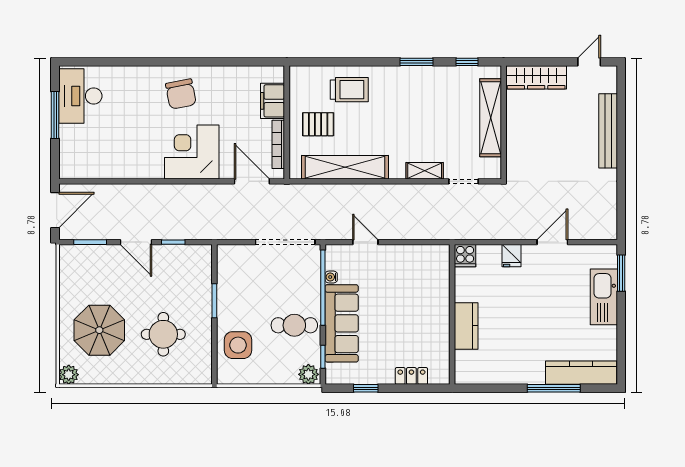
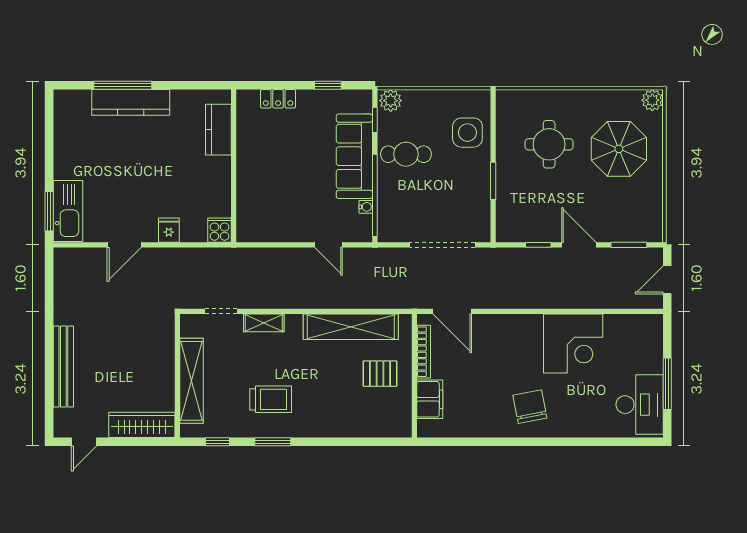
trolley: (349, 90) -> (271, 399), moved, turned 180
corner desk: (192, 152) -> (573, 343), moved
door: (55, 210) -> (667, 280), width x0.73
doorway: (285, 242) -> (442, 245), moved
kitchen sink: (604, 297) -> (68, 211), moved
kitchen counter: (466, 326) -> (218, 130), moved
kitchen counter: (581, 373) -> (131, 102), moved

